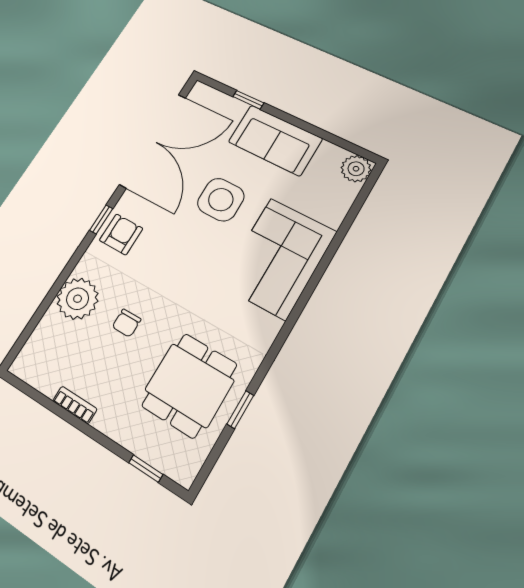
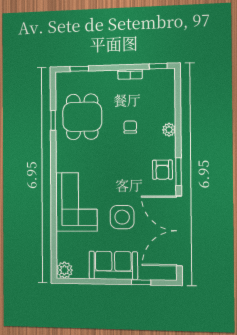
window: (101, 219) -> (179, 172), width x1.50
plant: (78, 299) -> (169, 130), width x0.53, depth x0.53
window: (27, 390) -> (158, 66), added

